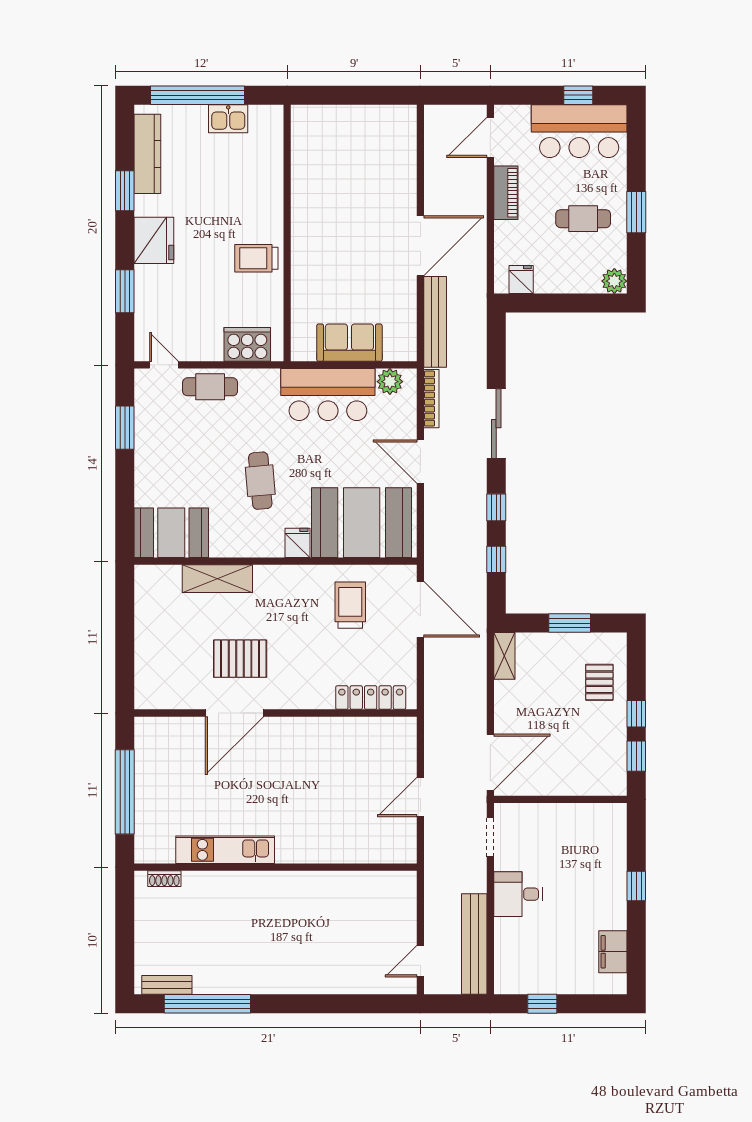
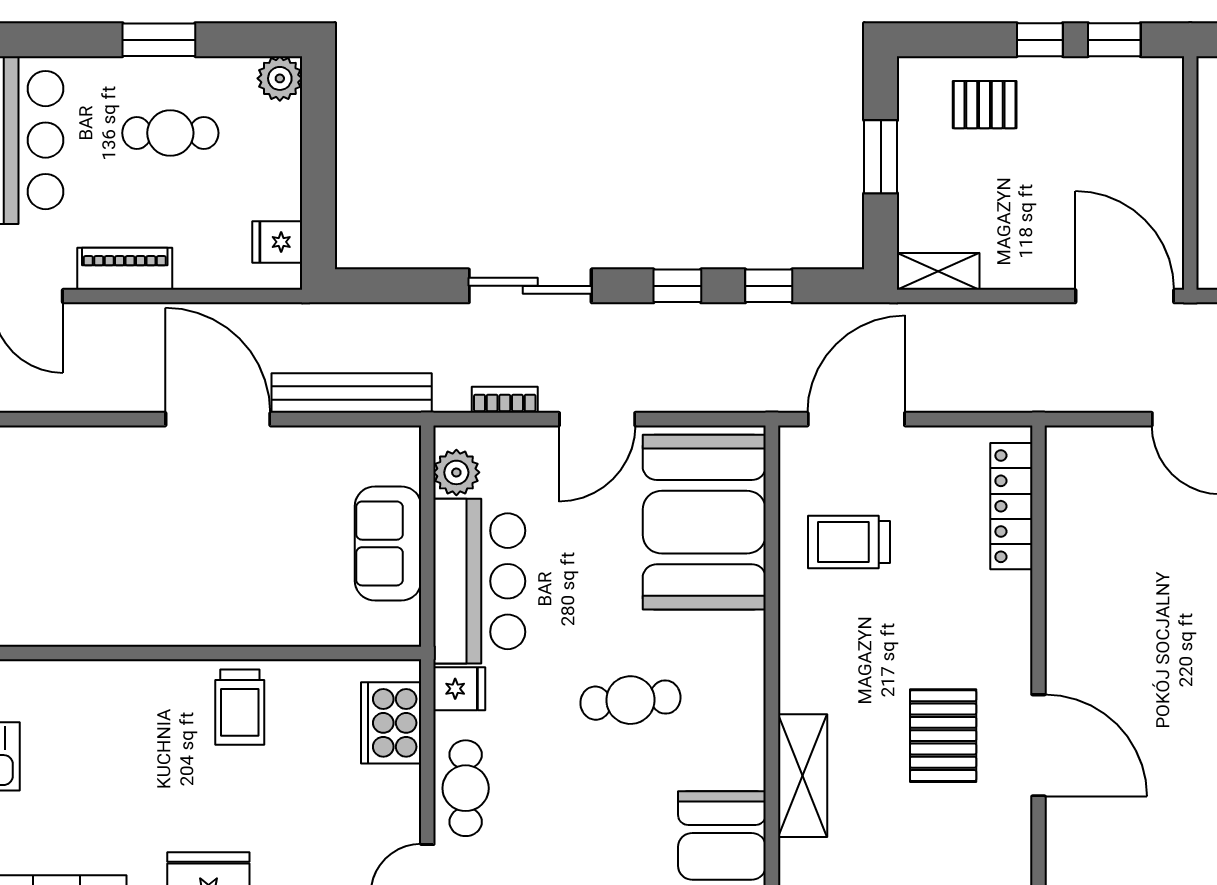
cafe table: (583, 219) -> (170, 133), turned 90
bookcase: (431, 399) -> (505, 400), width x0.64
fridge: (297, 543) -> (459, 689), moved, turned 180

